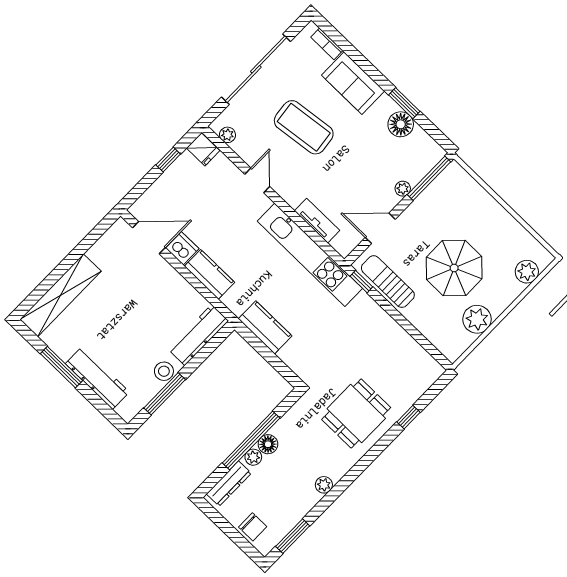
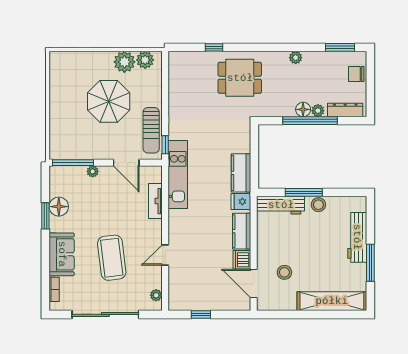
fridge: (203, 149) -> (241, 202), moved, turned -90
kitchen unit: (310, 255) -> (178, 175), width x0.73
plant: (527, 272) -> (145, 60), moved
stool: (131, 277) -> (284, 272), added
window: (165, 394) -> (304, 192), moved
chair: (253, 527) -> (356, 74), turned -90

